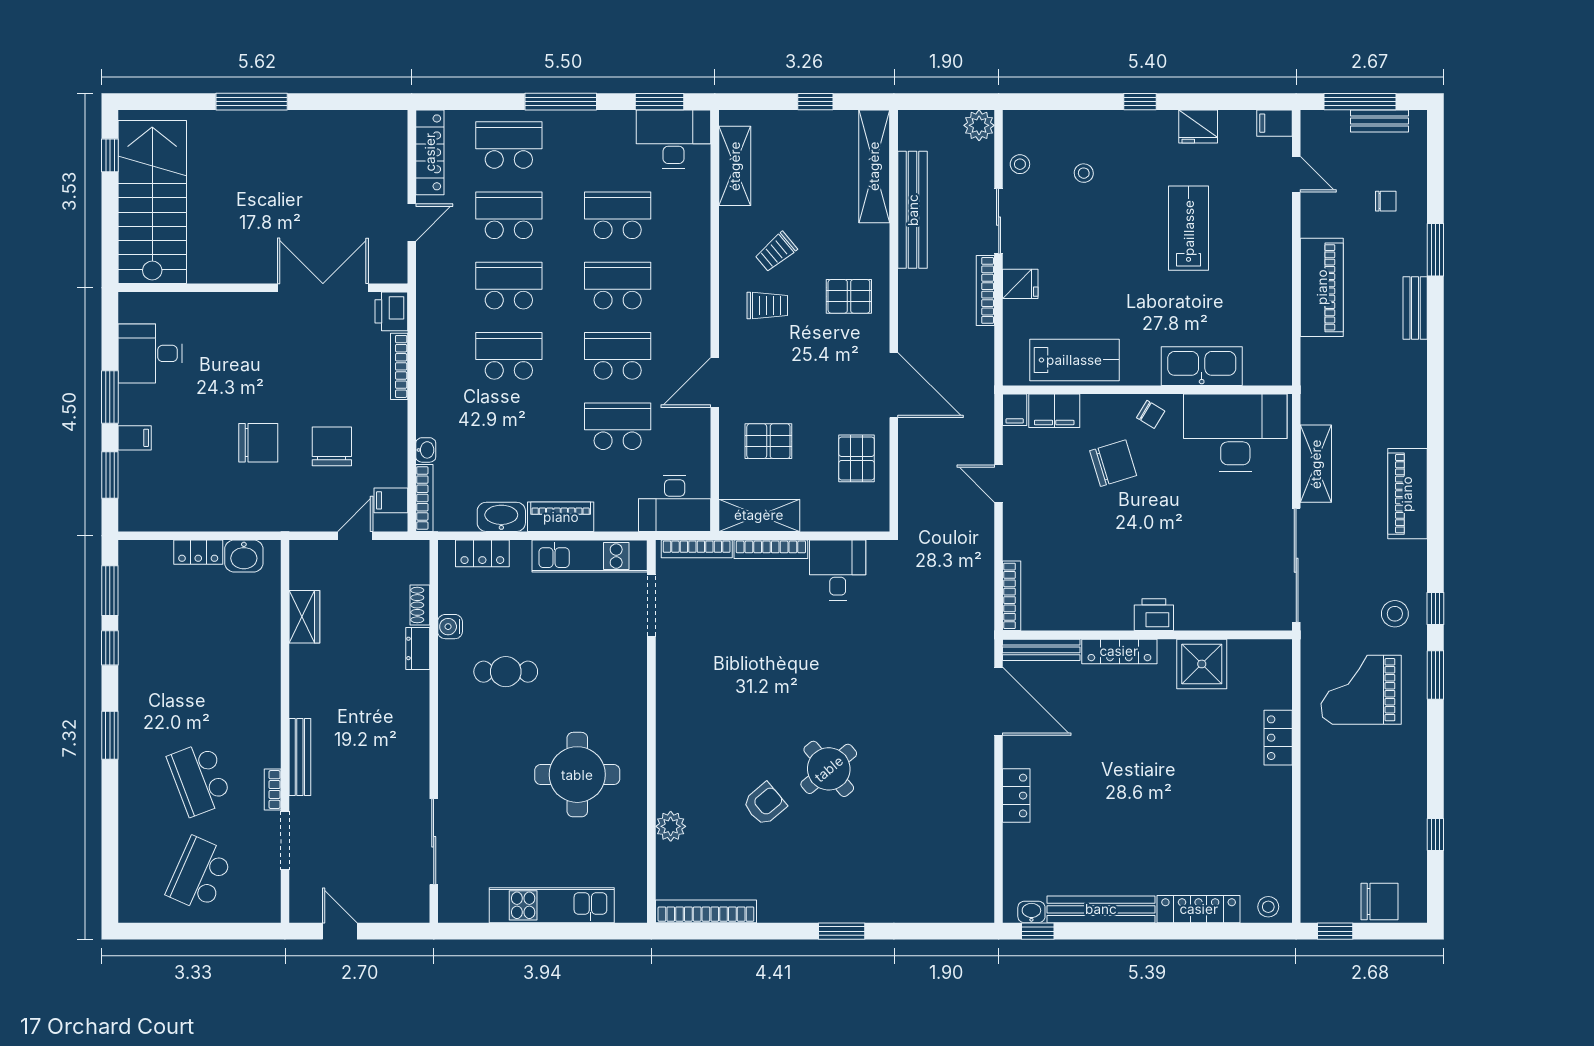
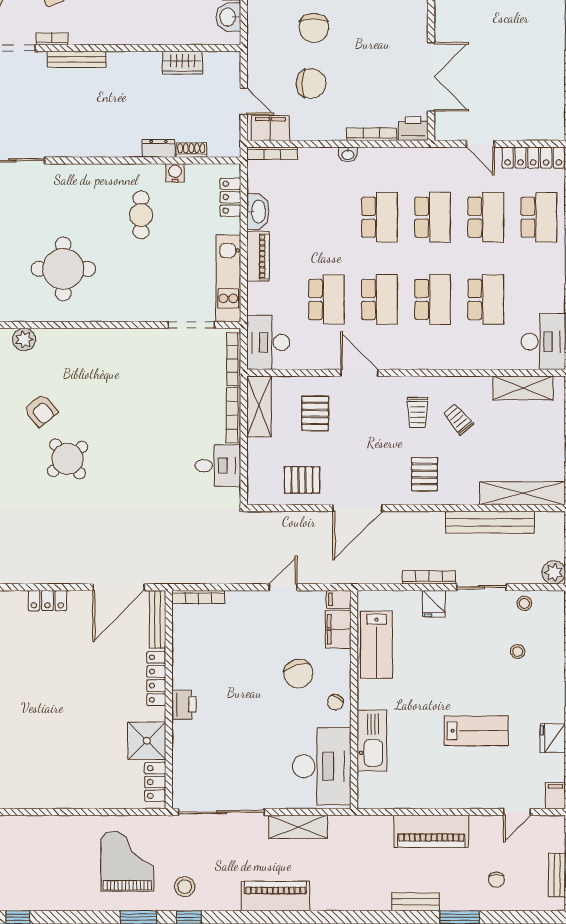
washbasin: (426, 450) -> (348, 154), moved
filing cabinet: (391, 500) -> (270, 128), width x2.00
locker: (1278, 738) -> (155, 782), moved, turned -90

